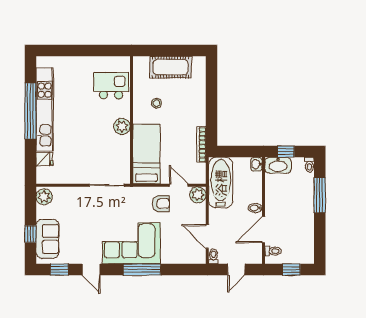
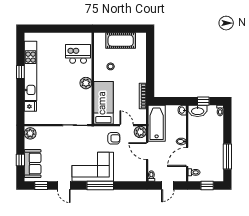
window: (30, 111) -> (20, 72), width x0.32
window: (320, 195) -> (227, 156), moved
door: (207, 236) -> (147, 151), moved

